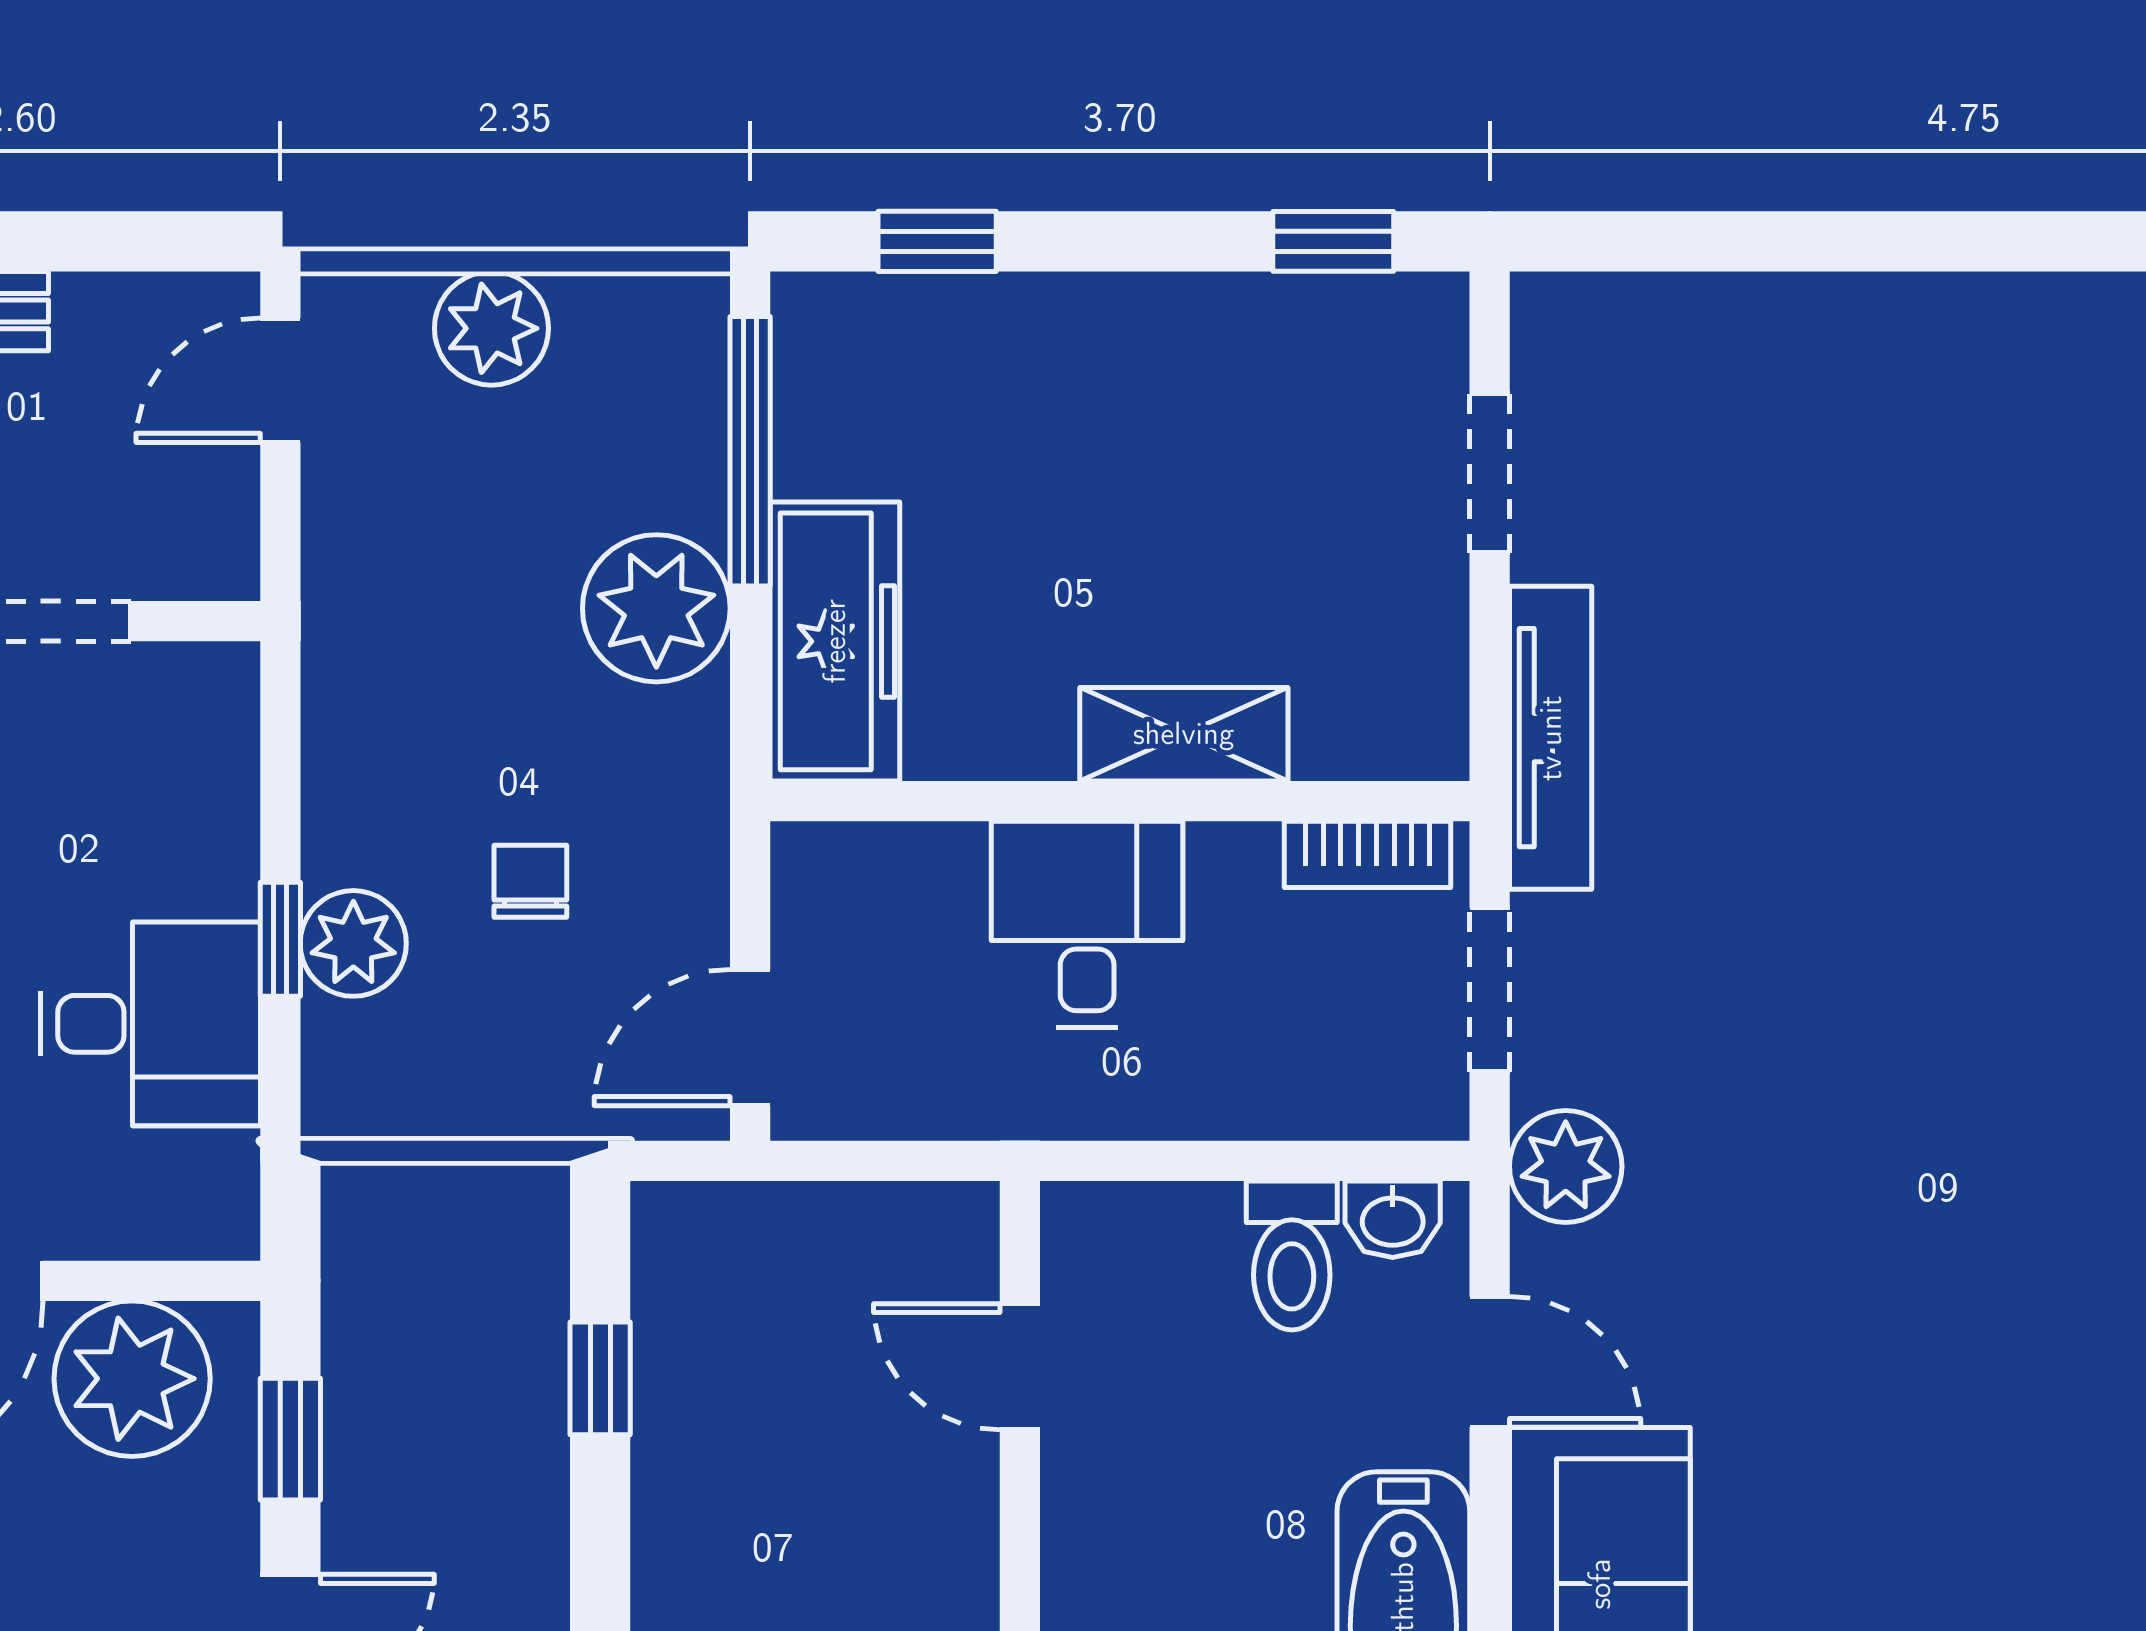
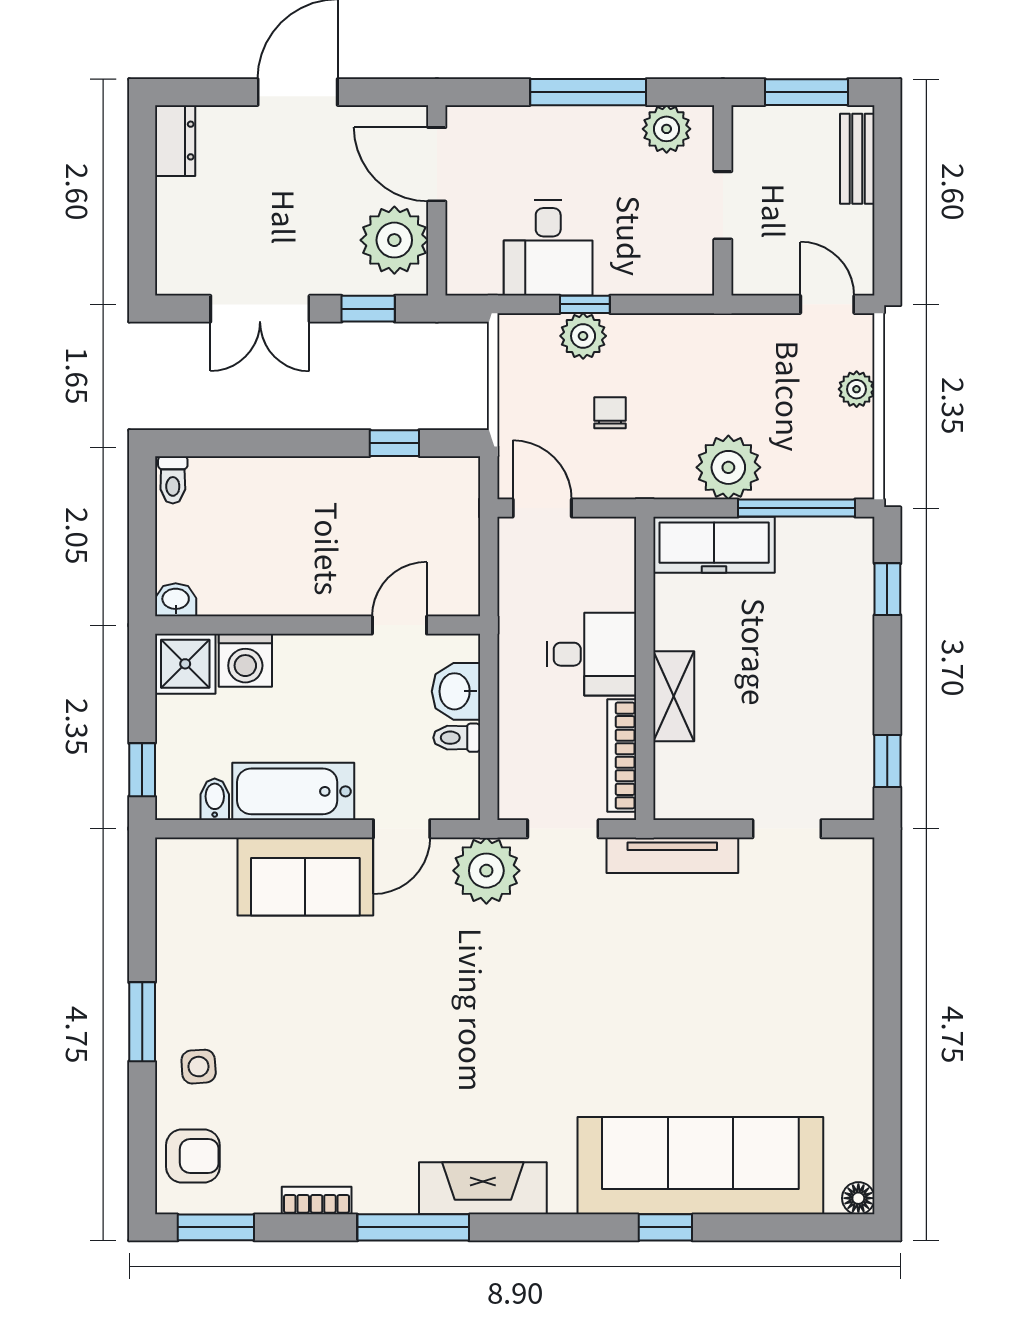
plant: (491, 328) -> (857, 389), width x0.73, depth x0.73
bookcase: (1368, 854) -> (622, 756), width x1.56
chair: (530, 881) -> (610, 413), turned -90
plant: (1566, 1166) -> (486, 871), width x1.36, depth x1.36
washbasin: (1393, 1219) -> (456, 691), moved, width x1.38, depth x1.45
toilet: (1292, 1255) -> (457, 738), width x0.73, depth x0.72

